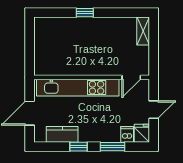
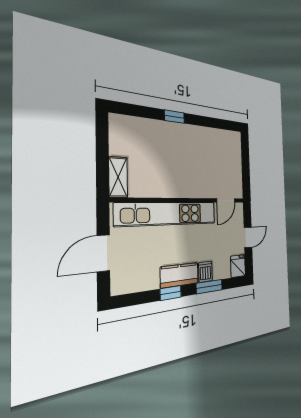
shelving: (143, 31) -> (118, 177), moved
kitchen counter: (62, 134) -> (180, 275), moved
dishwasher: (127, 134) -> (205, 272), moved

